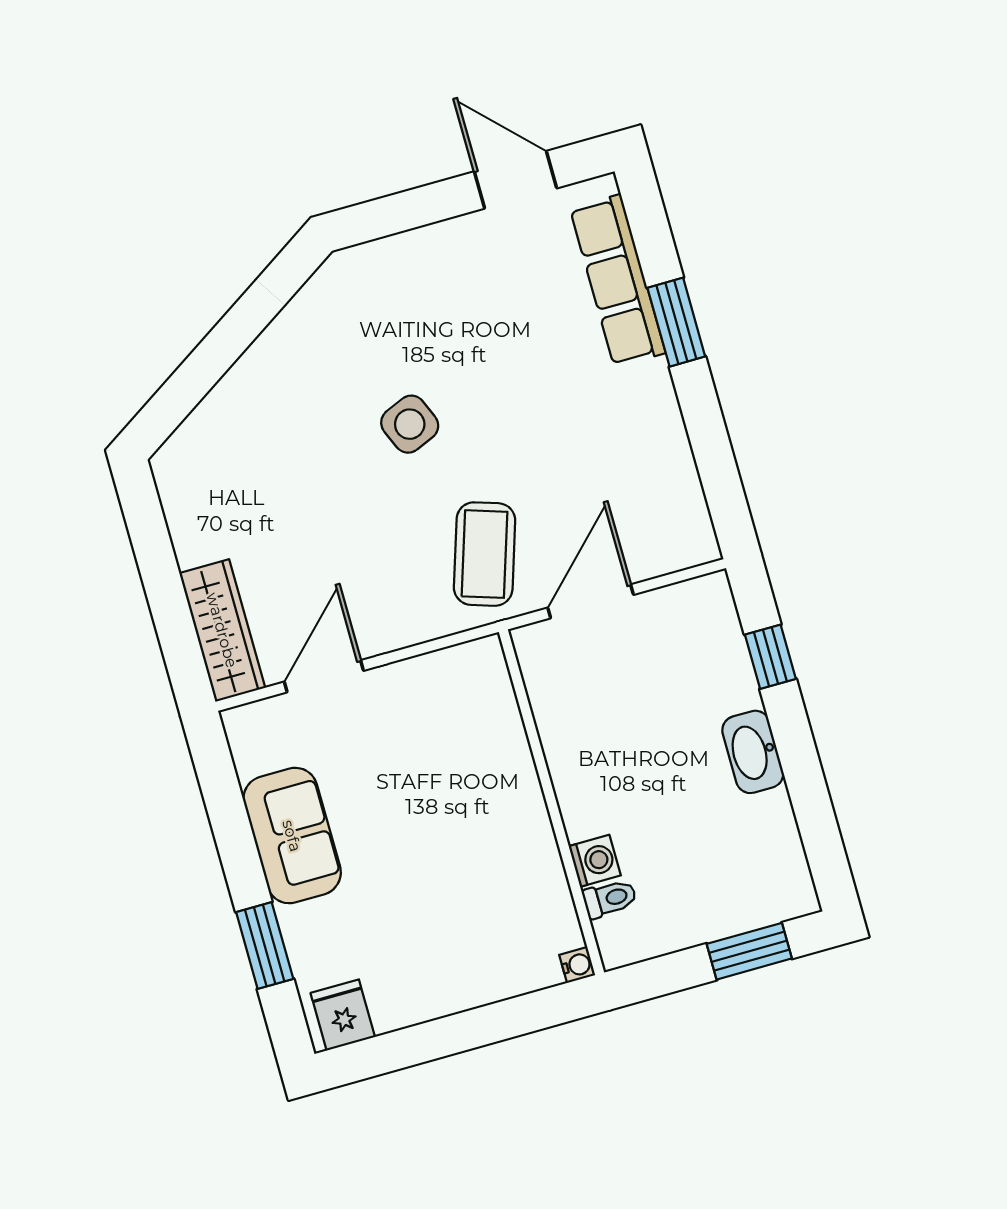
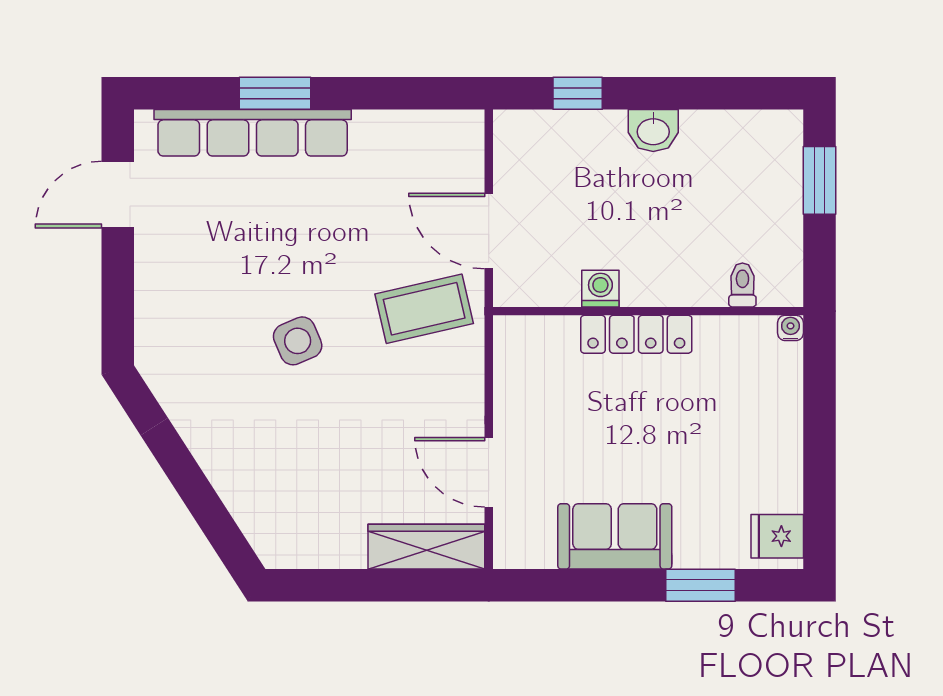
row of seats: (618, 281) -> (253, 133), width x1.36
coffee table: (485, 554) -> (424, 309), turned -31
washbasin: (753, 752) -> (653, 130), width x0.72
locker: (522, 797) -> (636, 334), added
washing machine: (595, 861) -> (600, 289), moved

